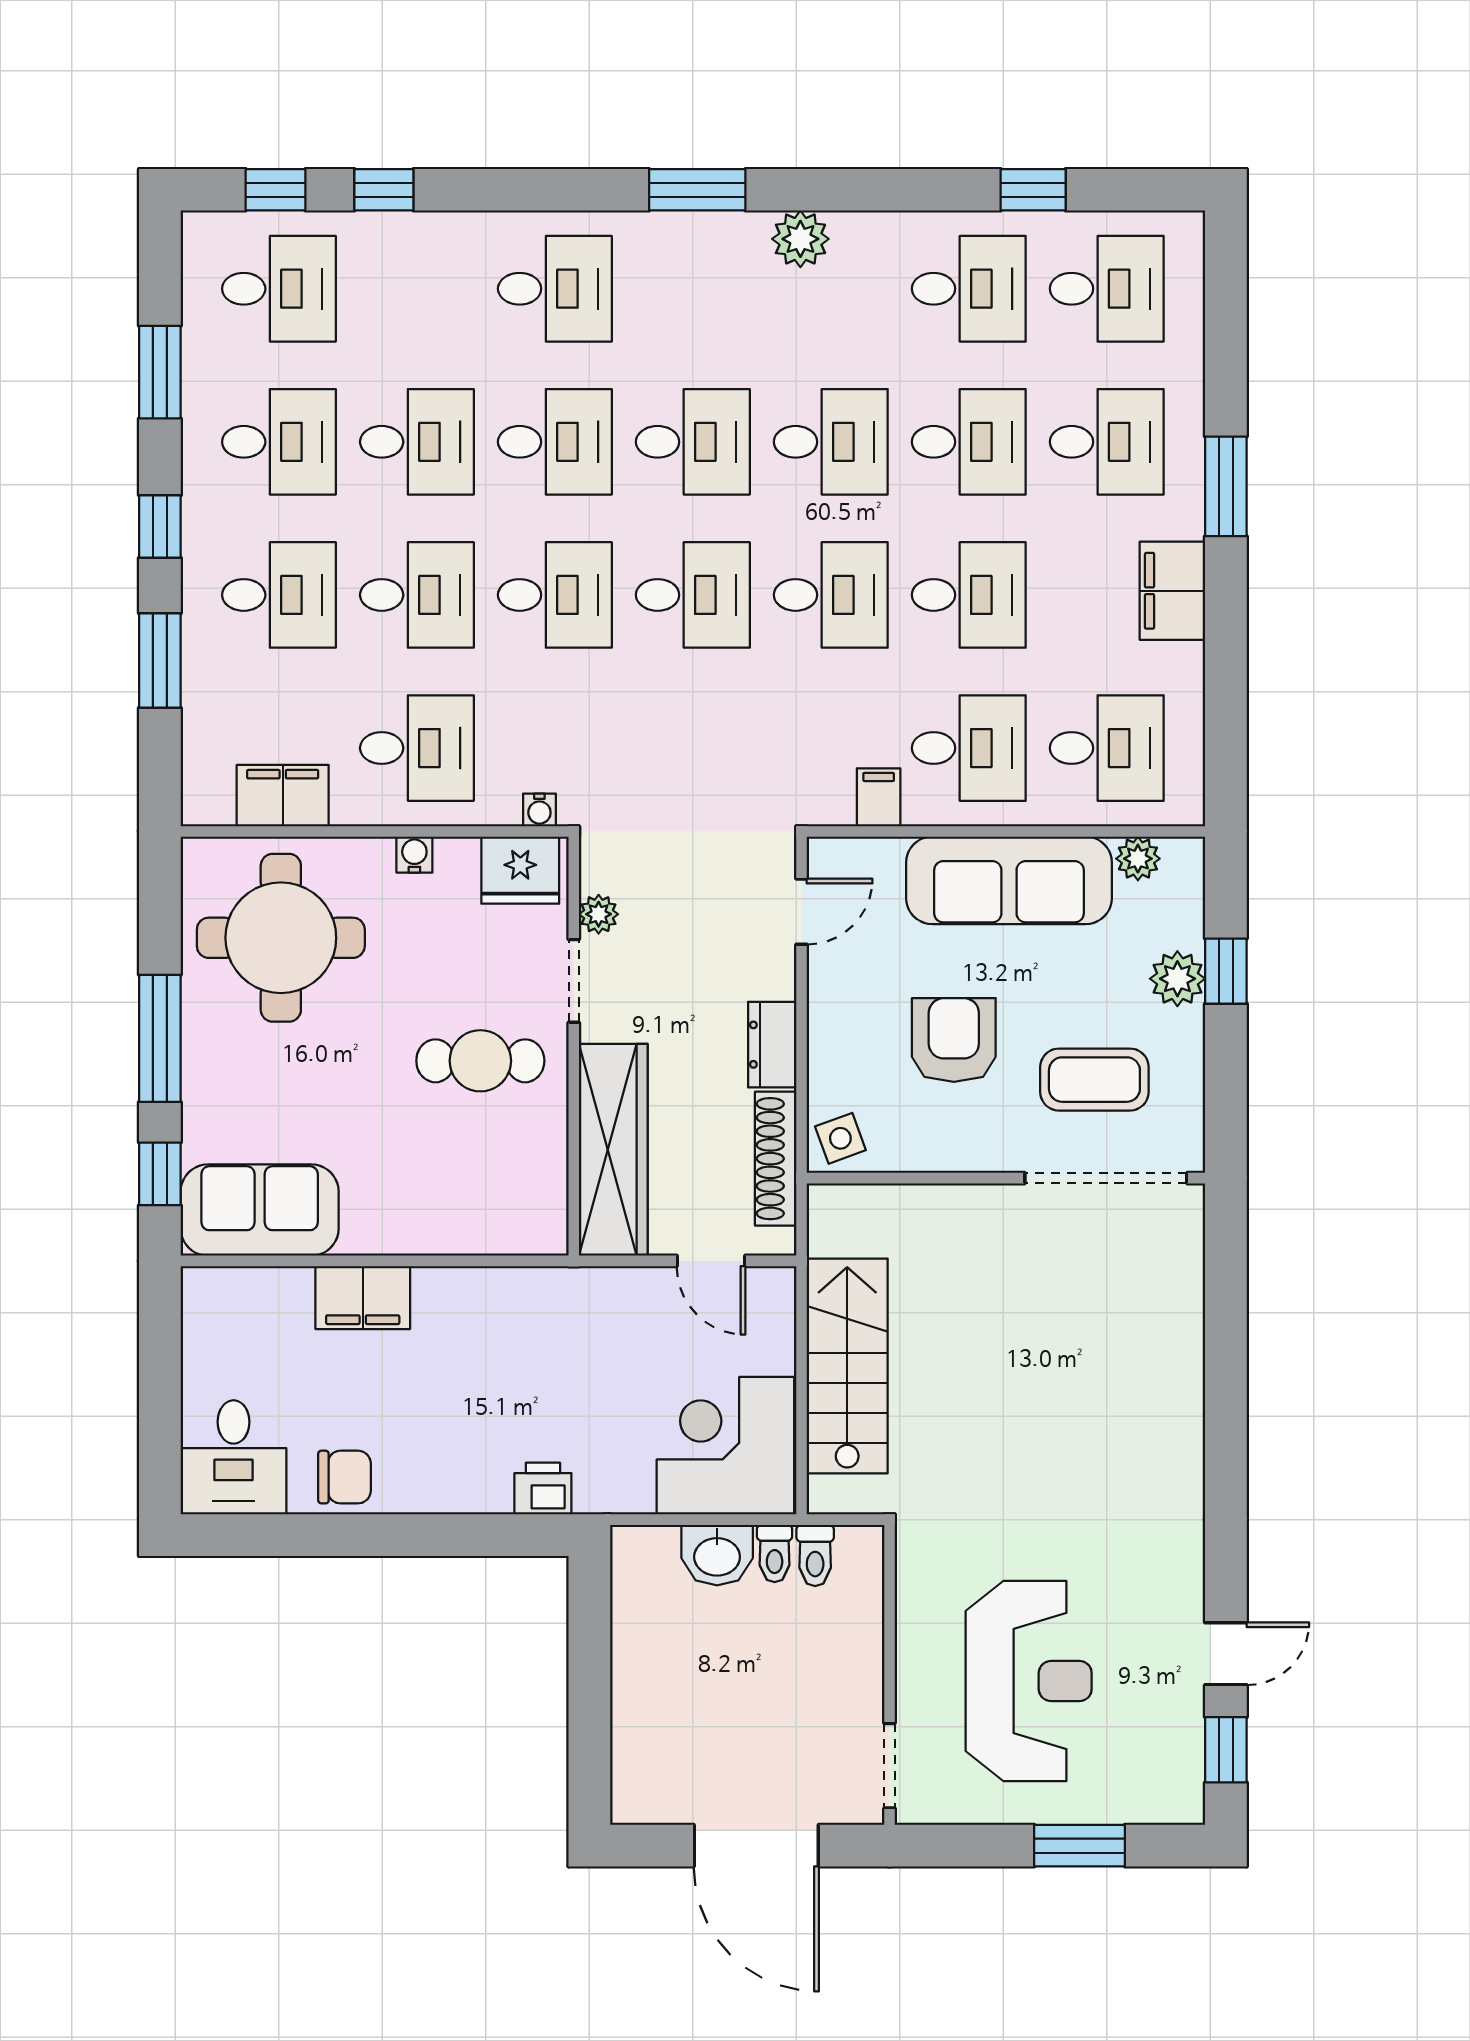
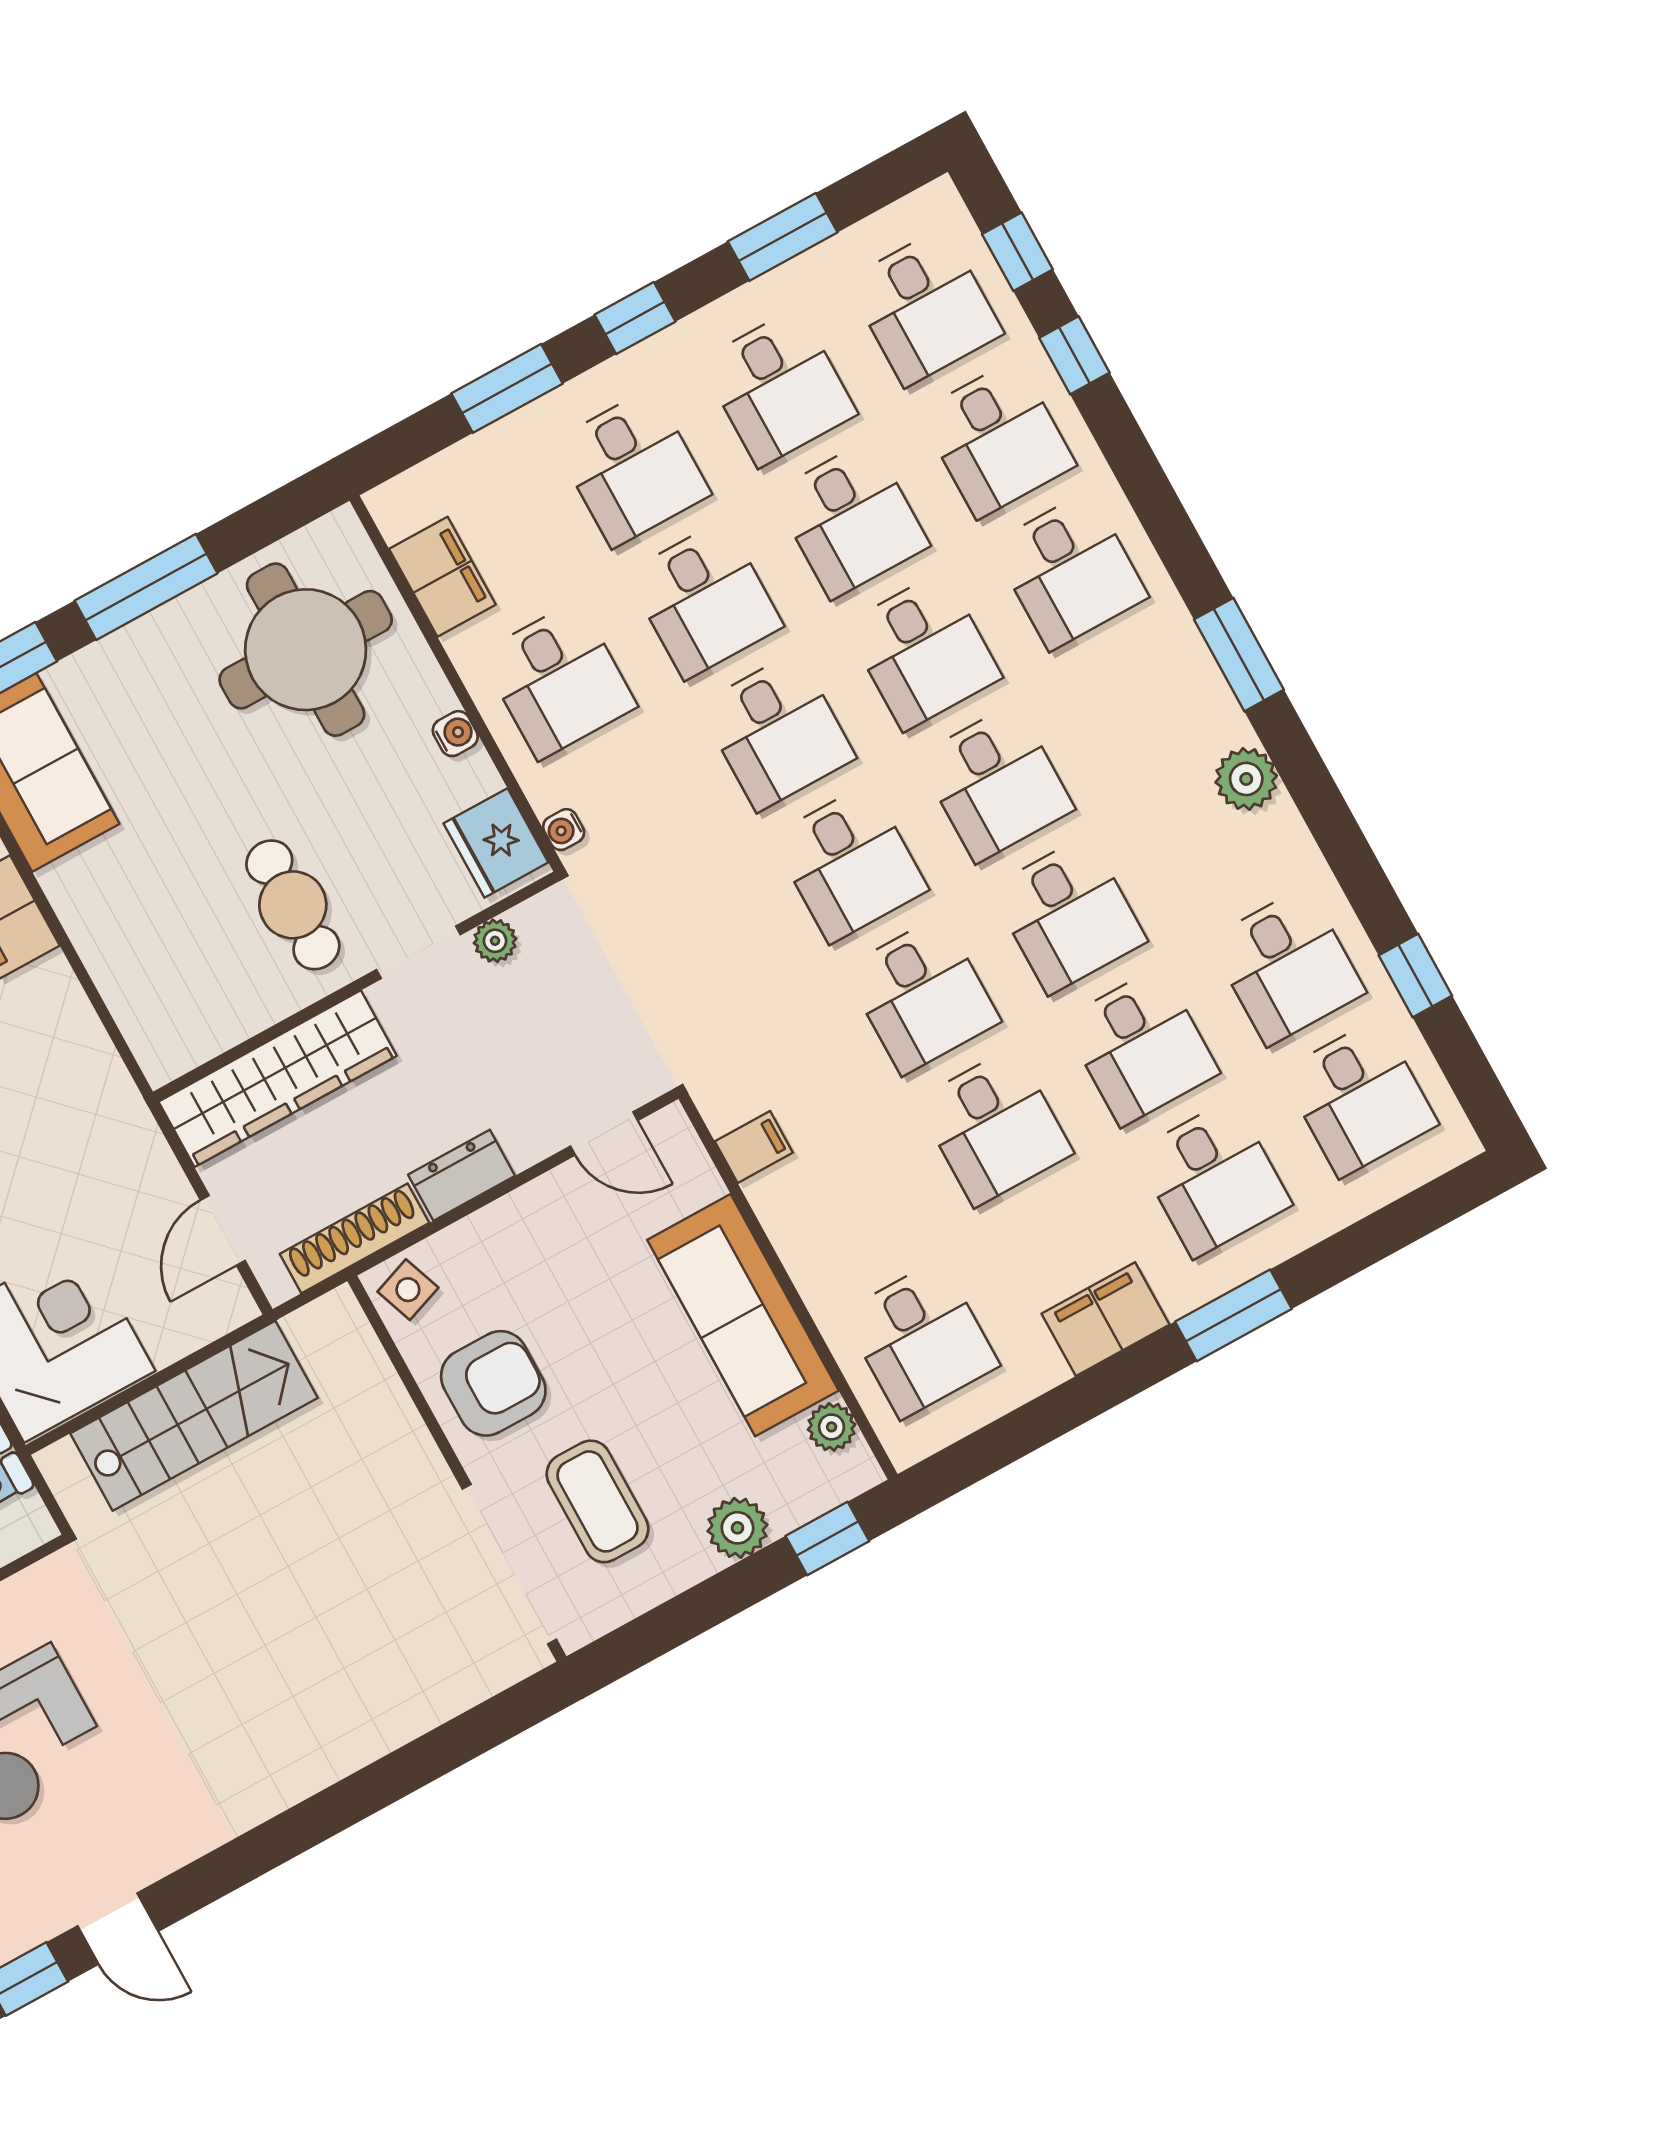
desk: (969, 748) -> (997, 439), moved
window: (1226, 971) -> (827, 1539), moved
armchair: (954, 1040) -> (493, 1383), moved

